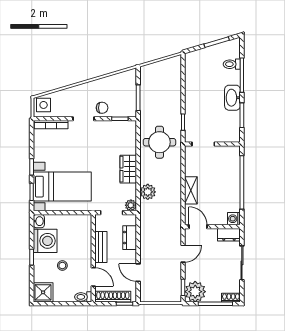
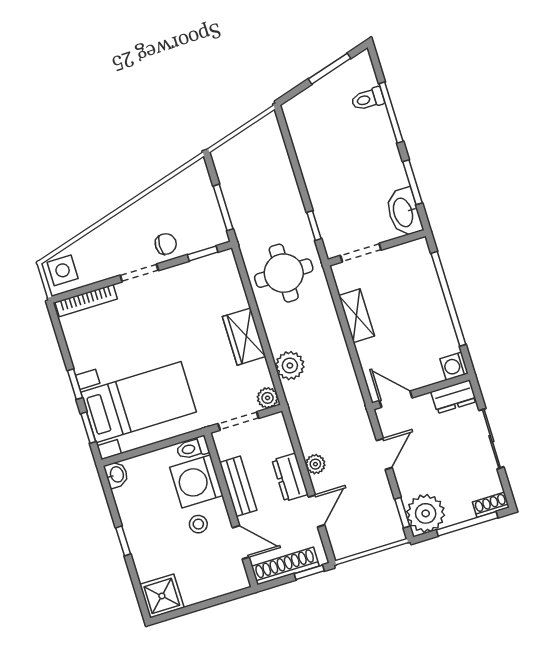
washbasin: (232, 98) -> (404, 212), moved
shelving: (191, 190) -> (357, 316), moved
dresser: (130, 238) -> (290, 477), moved
washing machine: (45, 241) -> (196, 481), moved, turned 180
plant: (145, 248) -> (315, 464), added
stool: (62, 266) -> (198, 524), moved
door: (138, 273) -> (316, 511), swing flipped
toilet: (83, 297) -> (193, 448), moved

